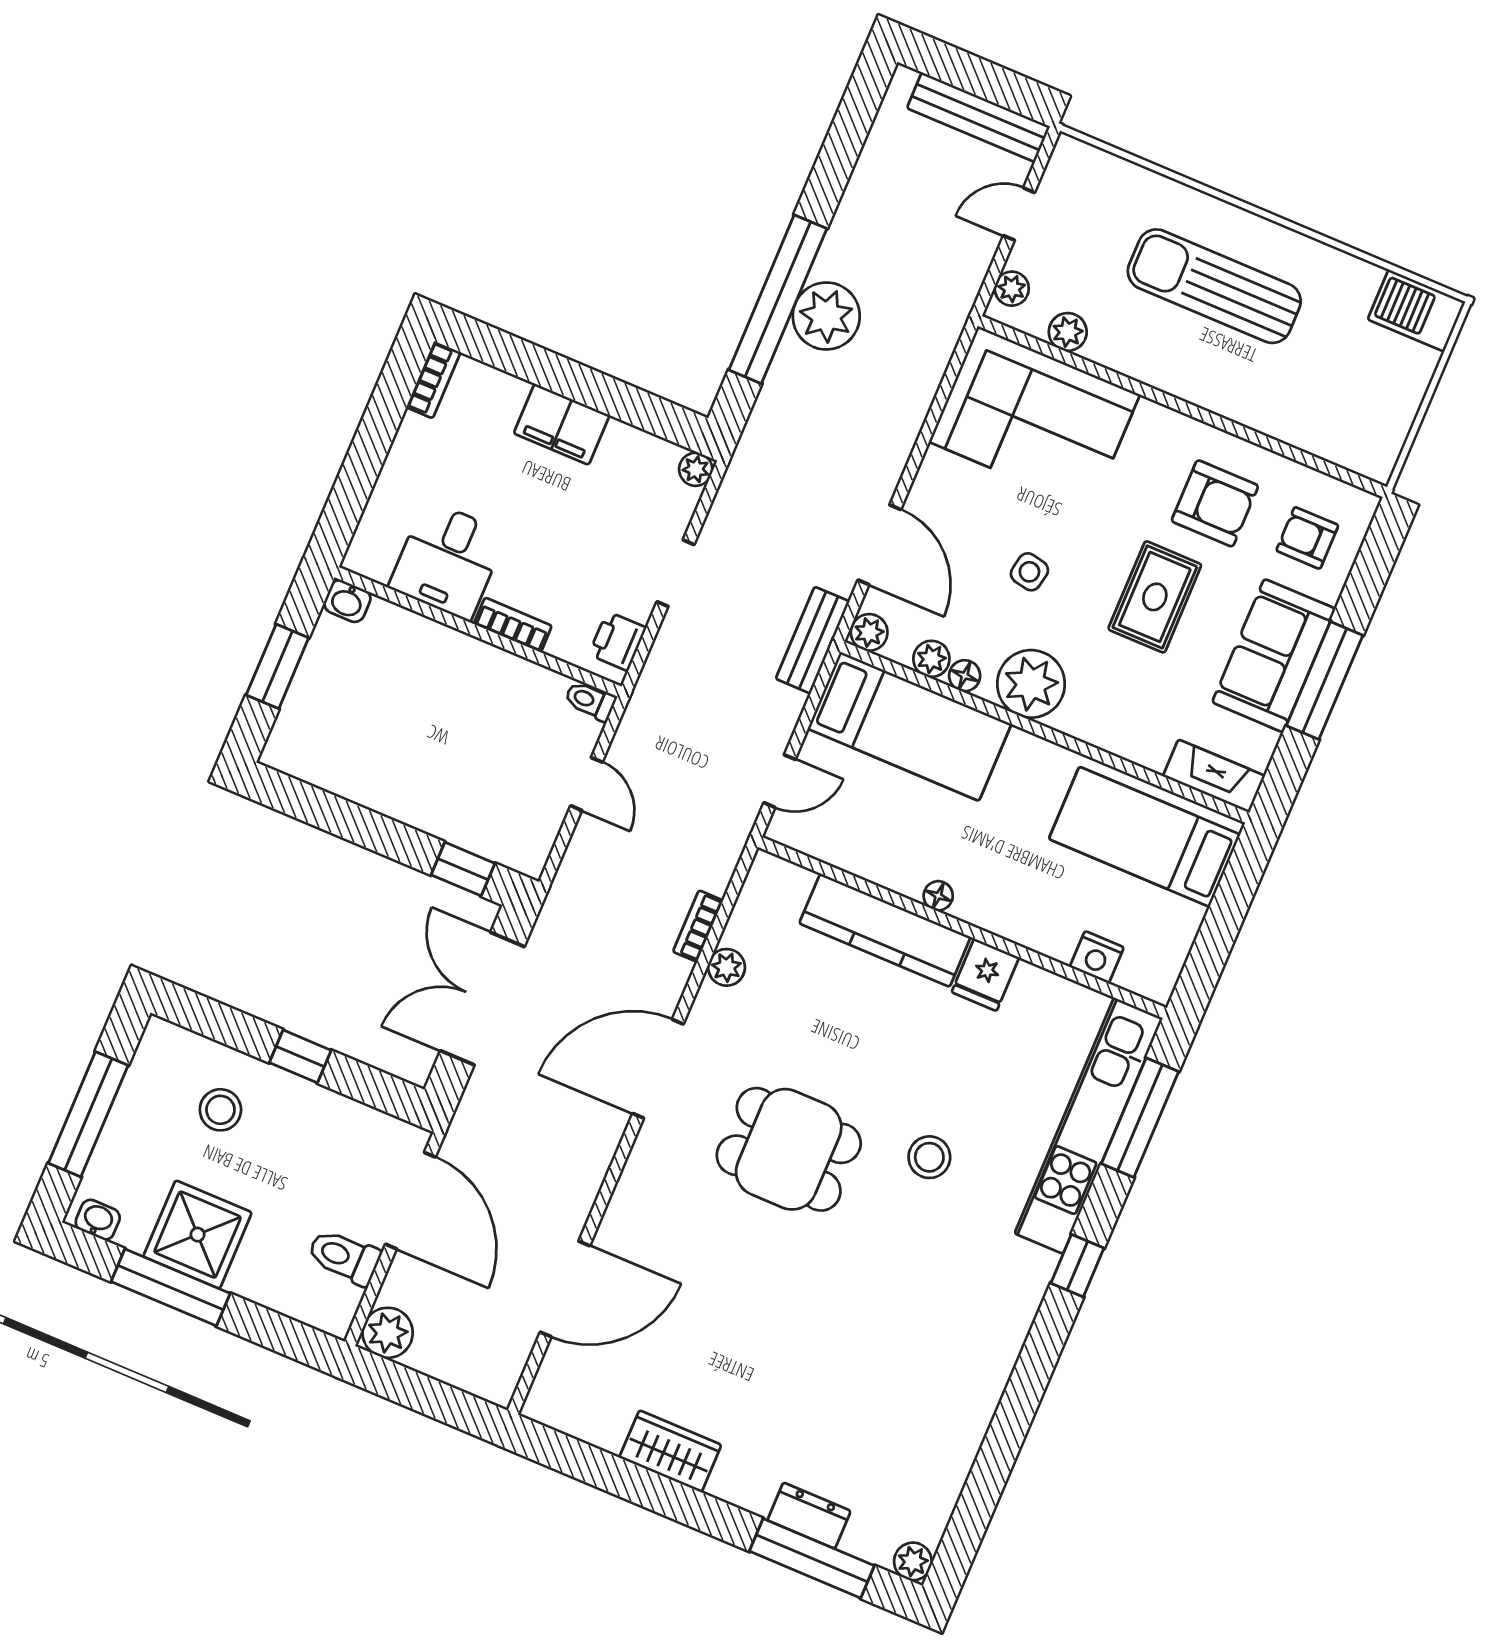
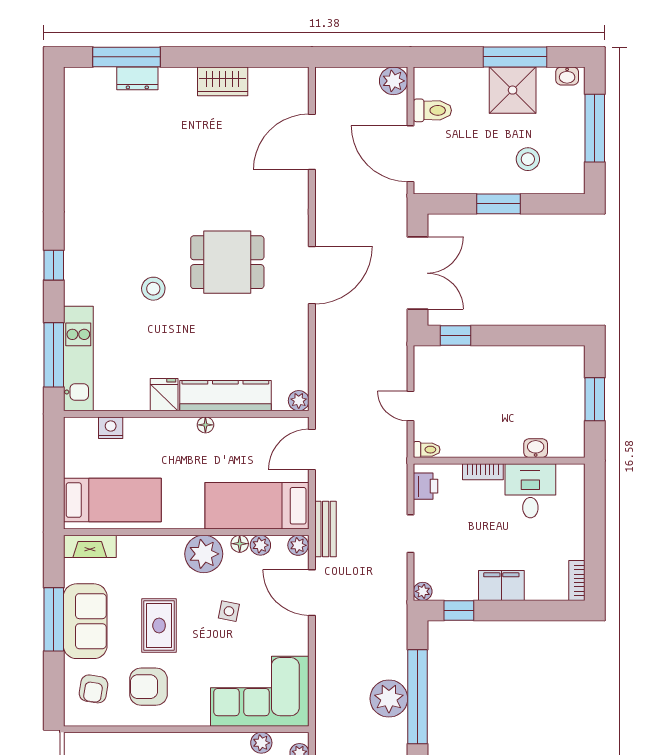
window: (649, 413) -> (459, 610), added
armchair: (1307, 538) -> (93, 689), turned 99
washbasin: (347, 601) -> (536, 448), moved
door: (780, 781) -> (312, 449), width x1.37
bookcase: (698, 926) -> (322, 357), removed
plant: (727, 967) -> (299, 401), moved
window: (300, 1056) -> (498, 204), width x1.50
kitchen unit: (1089, 1126) -> (78, 358), width x0.73
plant: (913, 1561) -> (74, 77), removed

